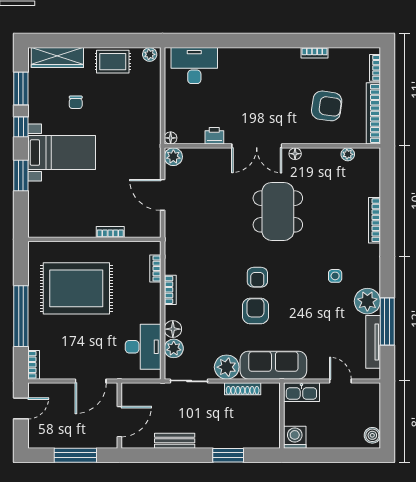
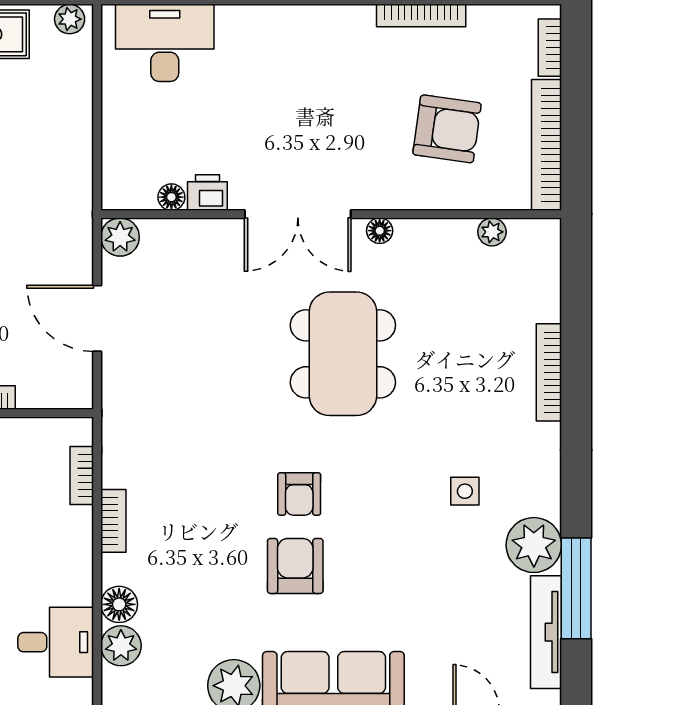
bookcase: (315, 53) -> (421, 16), width x1.56
floor lamp: (171, 138) -> (171, 197), moved
desk: (143, 347) -> (56, 642), width x0.73

